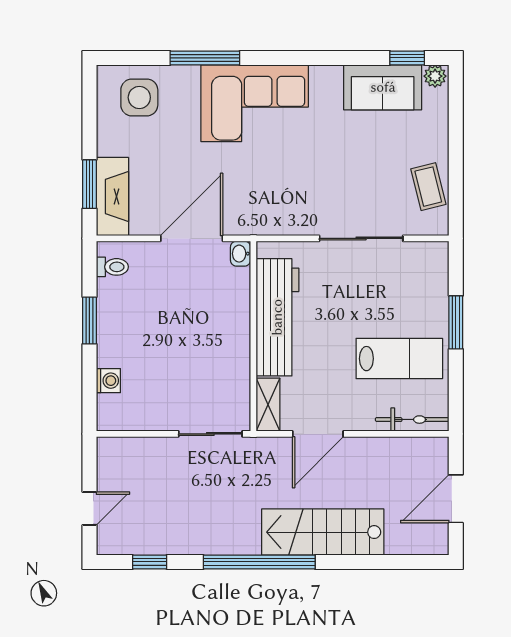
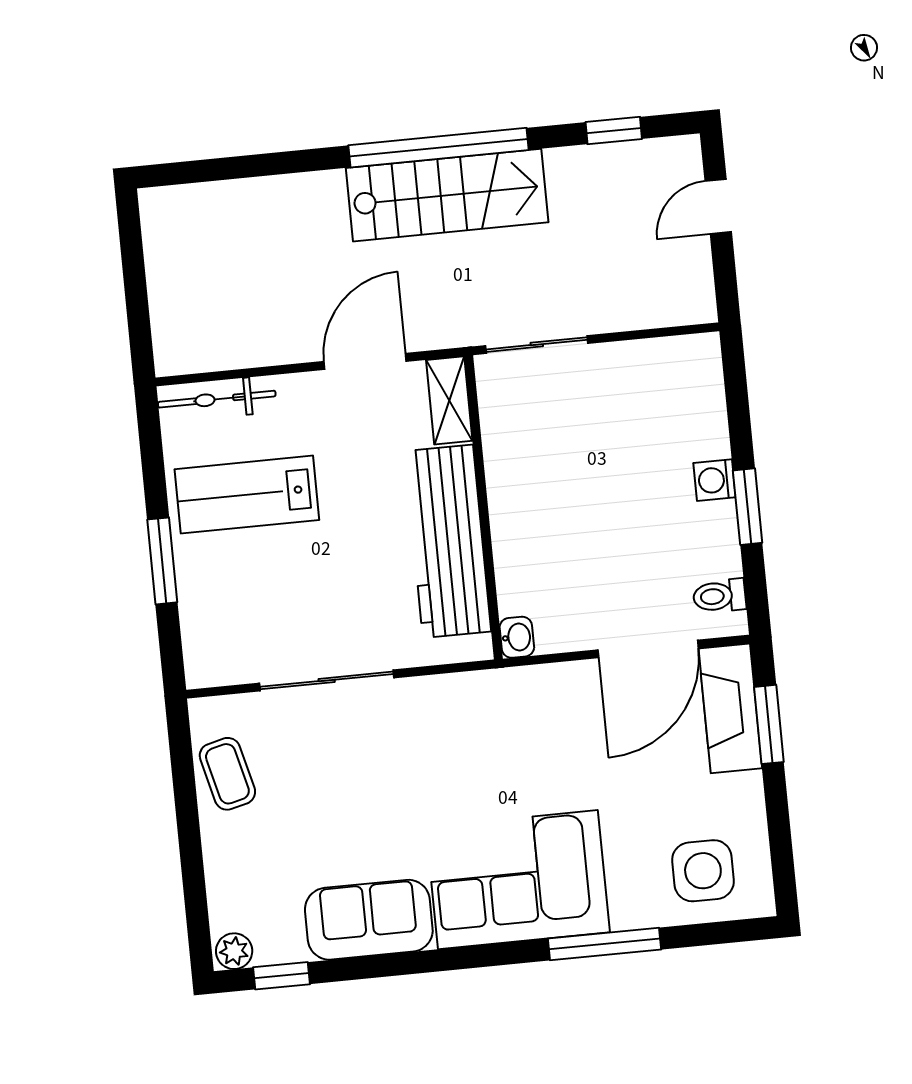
sofa: (383, 87) -> (369, 920), moved
door: (192, 238) -> (648, 649), moved
washing machine: (108, 381) -> (715, 480), moved
door: (456, 499) -> (135, 280), removed
stairs: (323, 532) -> (447, 195), moved

